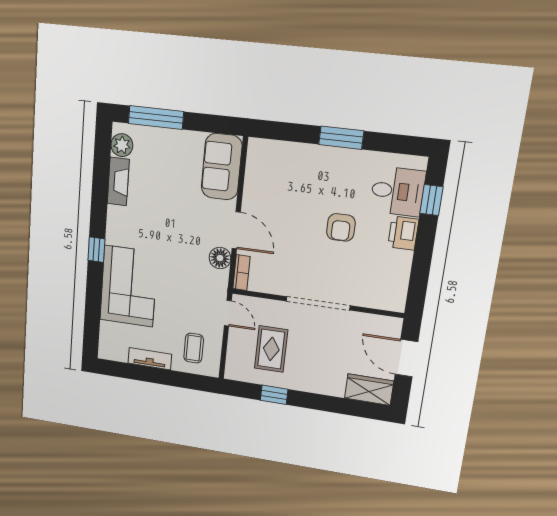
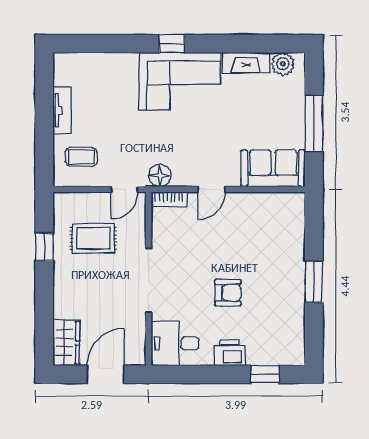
window: (156, 118) -> (314, 123), moved
desk: (398, 191) -> (175, 343), moved, turned 90
armchair: (341, 227) -> (228, 293), turned 180
door: (236, 230) -> (211, 189), width x0.73
floor lamp: (220, 258) -> (160, 176), moved
corner sofa: (129, 286) -> (180, 81), moved

